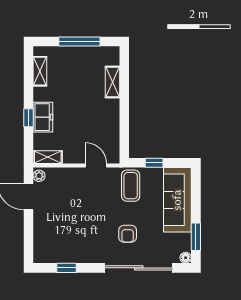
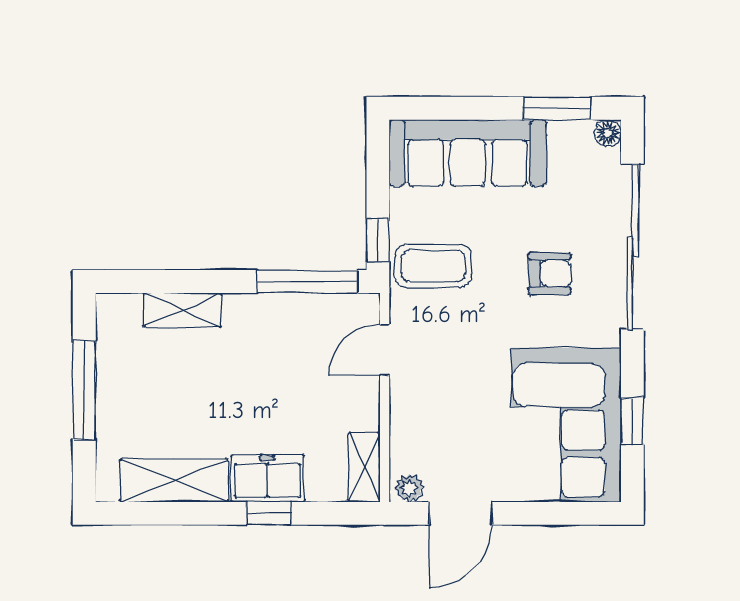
shelving: (40, 71) -> (174, 480), width x1.50, depth x1.33
window: (124, 134) -> (307, 281), added
window: (154, 163) -> (378, 240), moved
corner sofa: (65, 241) -> (566, 425), added

